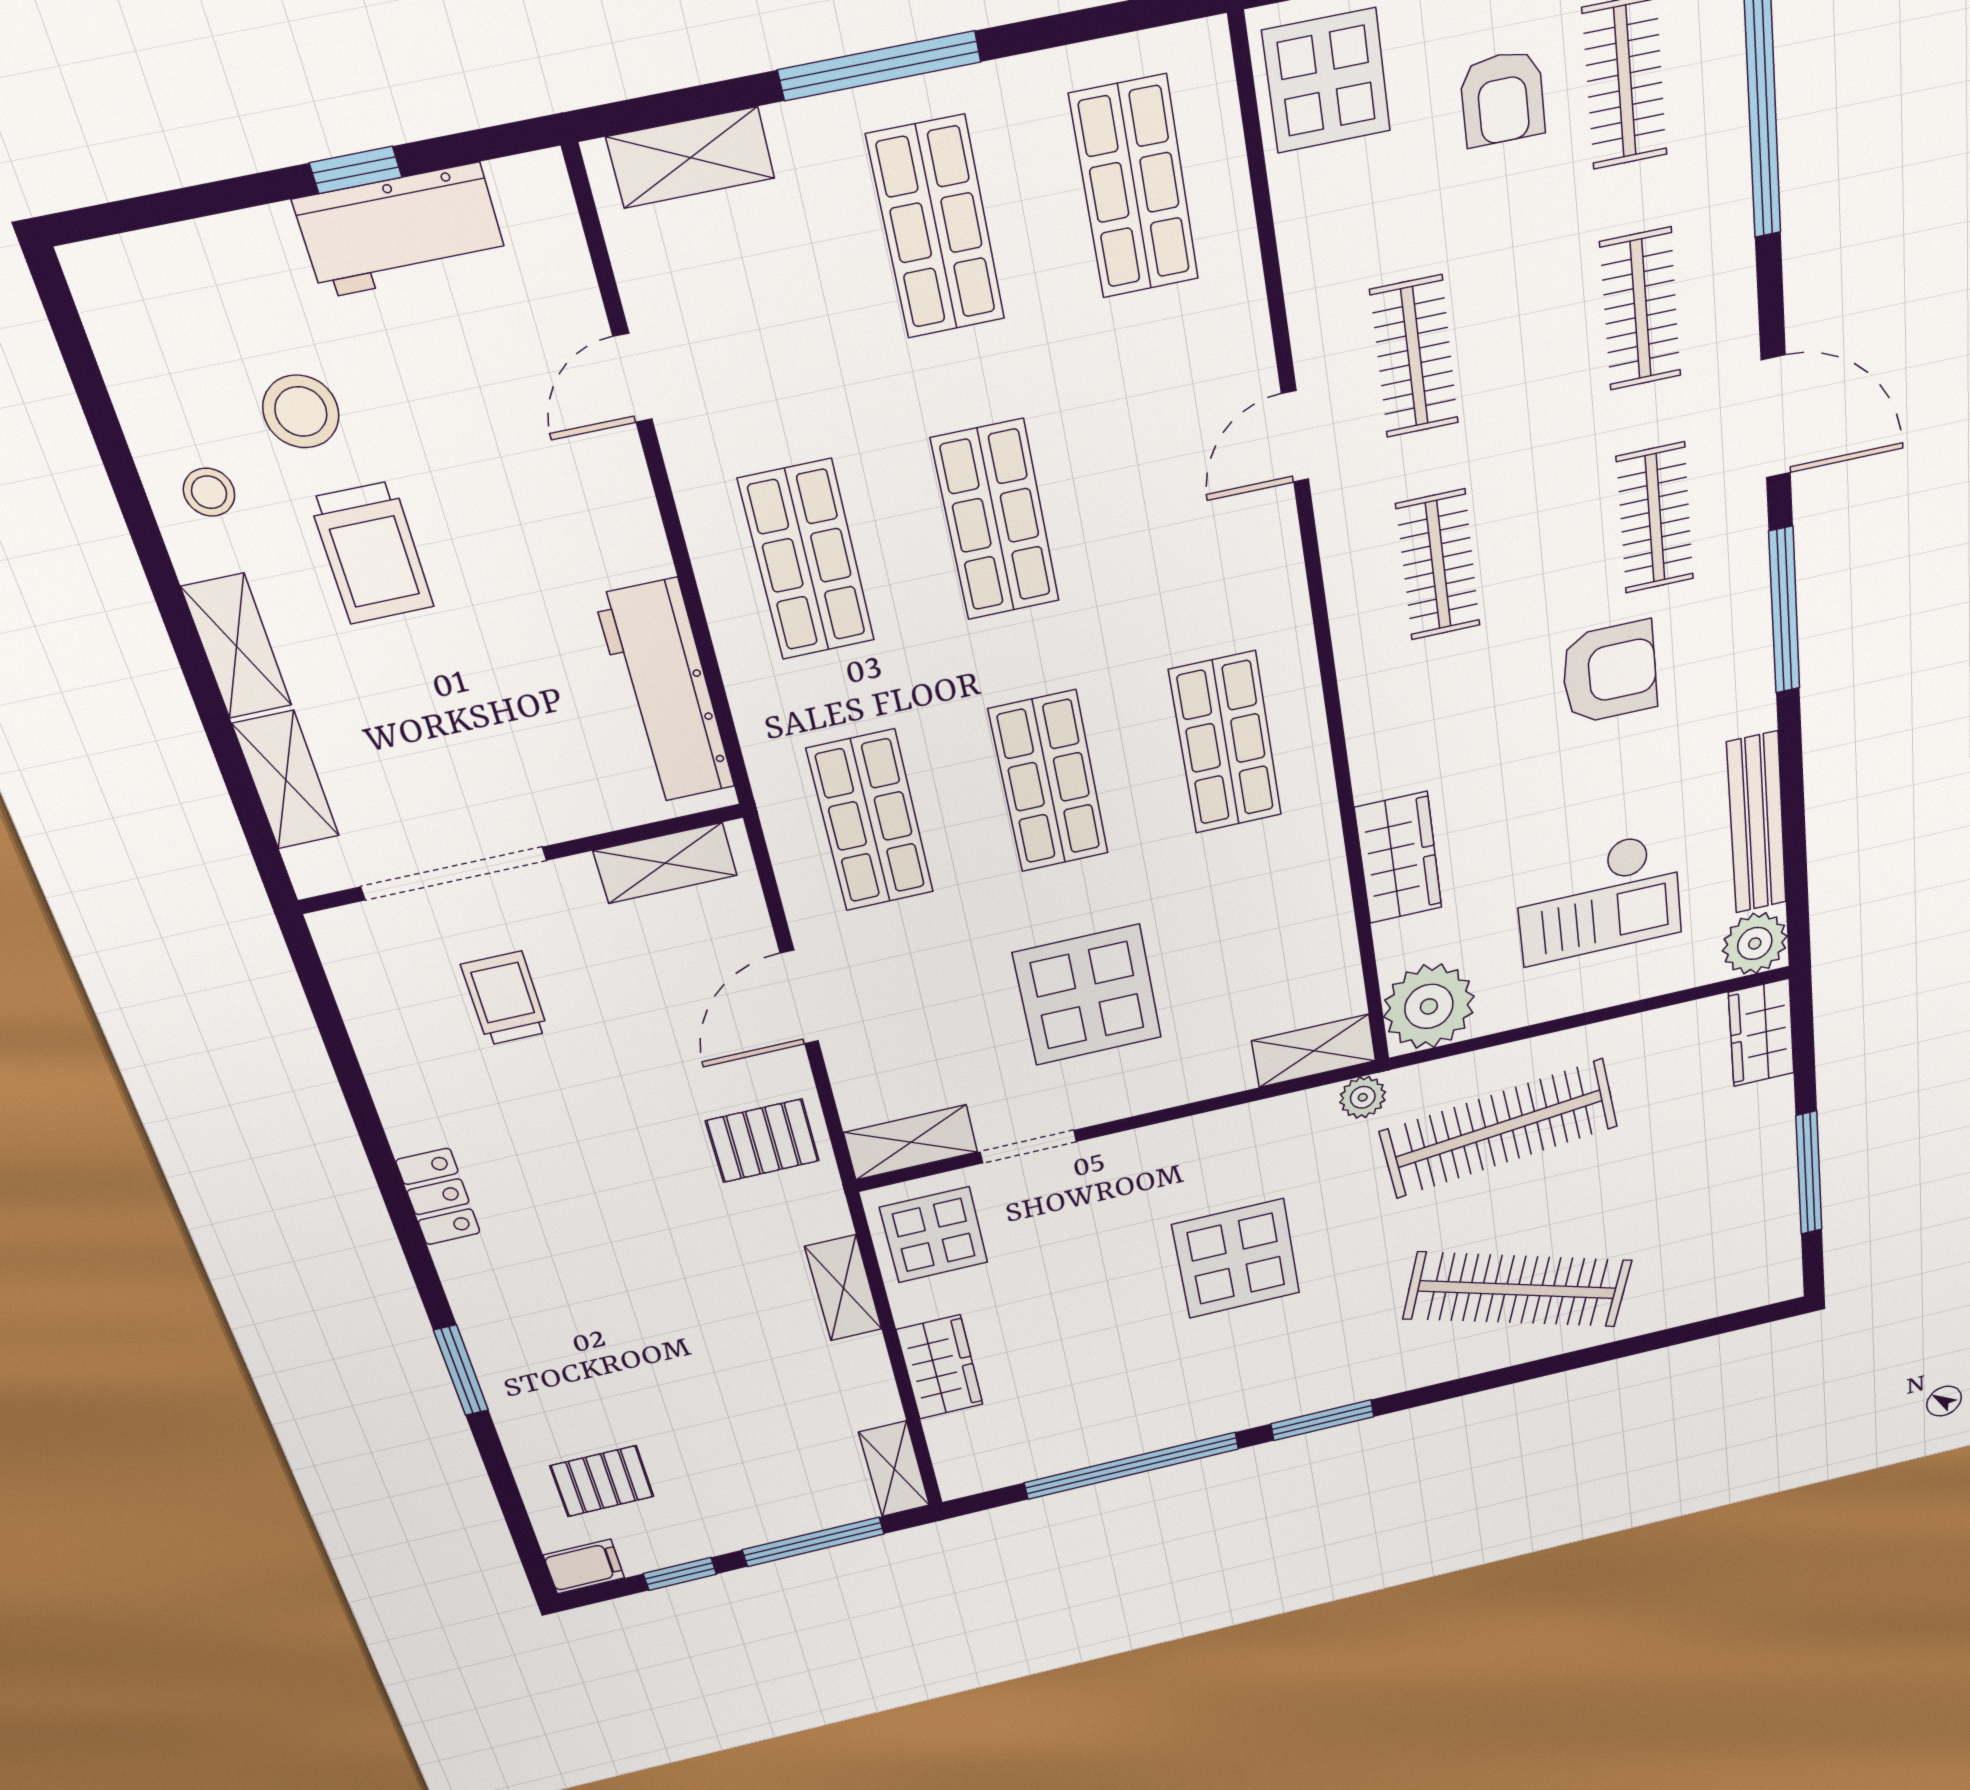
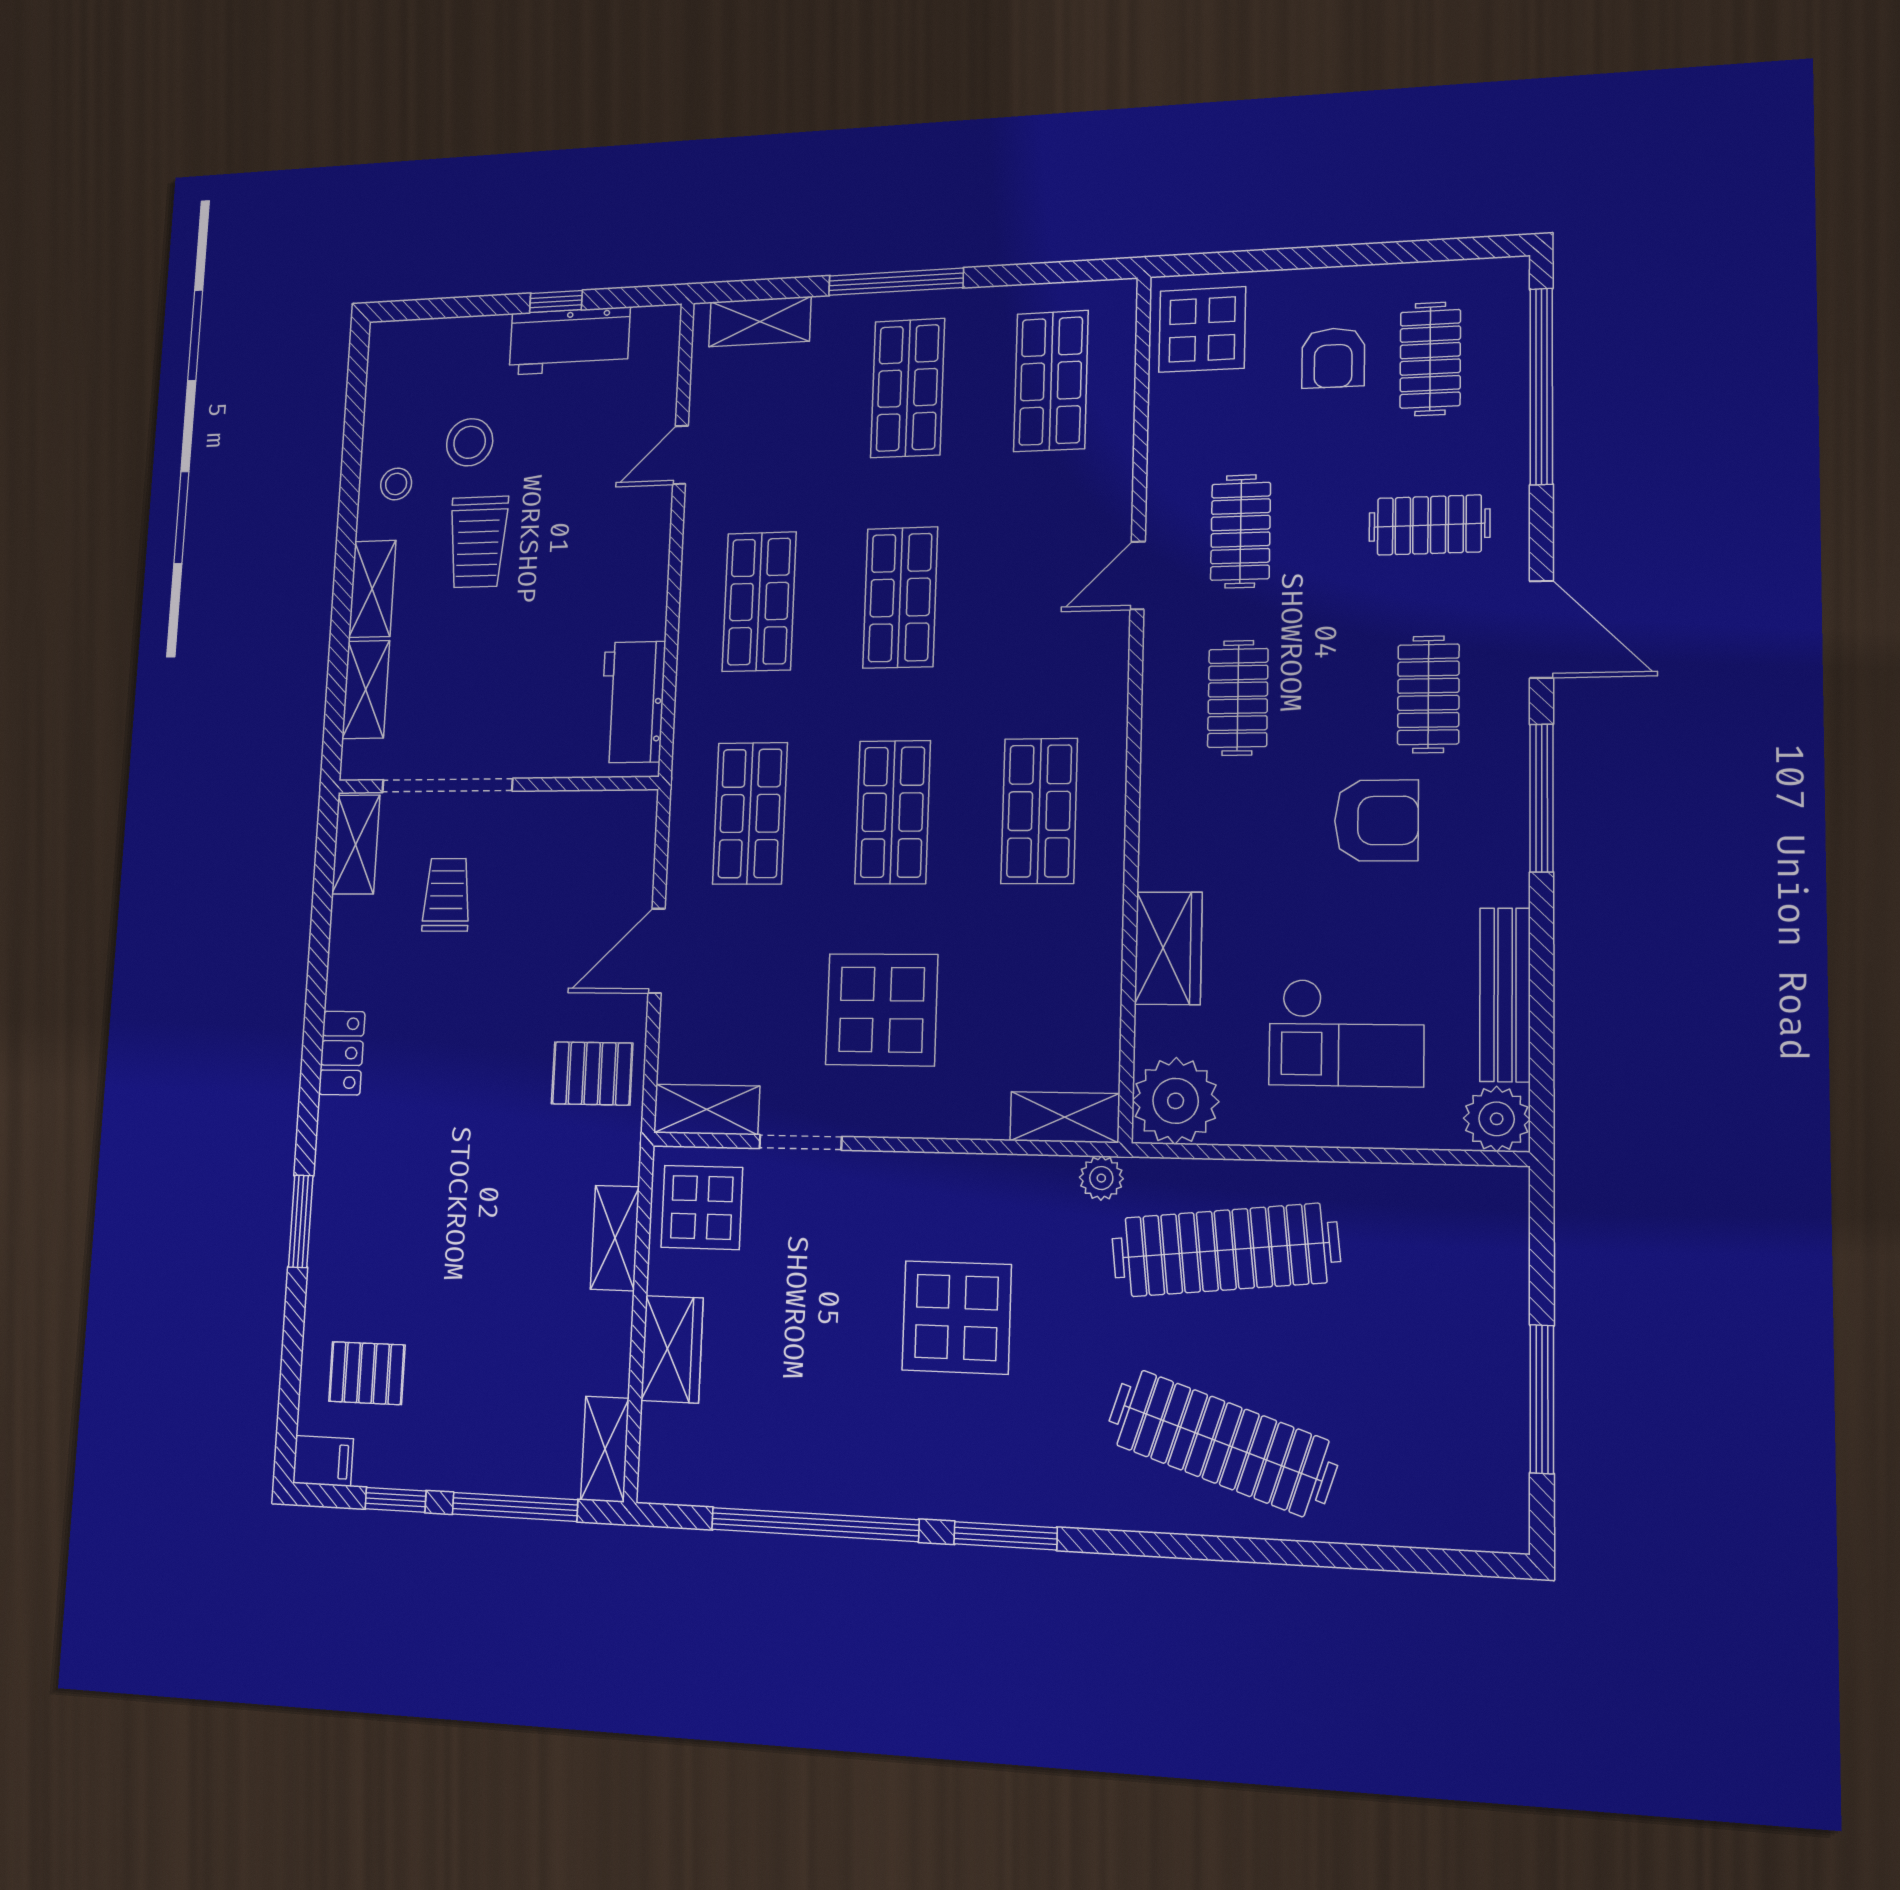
clothes rail: (1640, 309) -> (1429, 525), turned 90
workbench: (665, 692) -> (633, 702), width x0.73
shelving: (665, 863) -> (356, 844), moved, turned 90
wardrobe: (1761, 1033) -> (1498, 1219), removed

